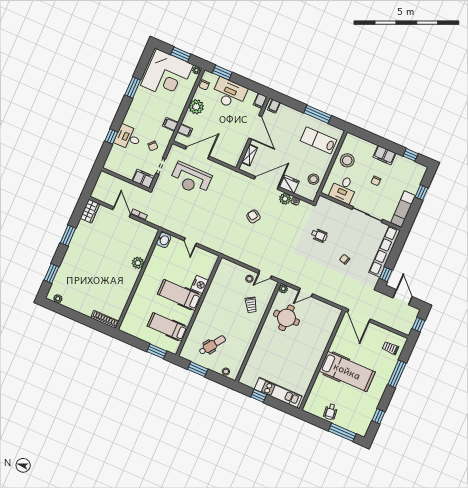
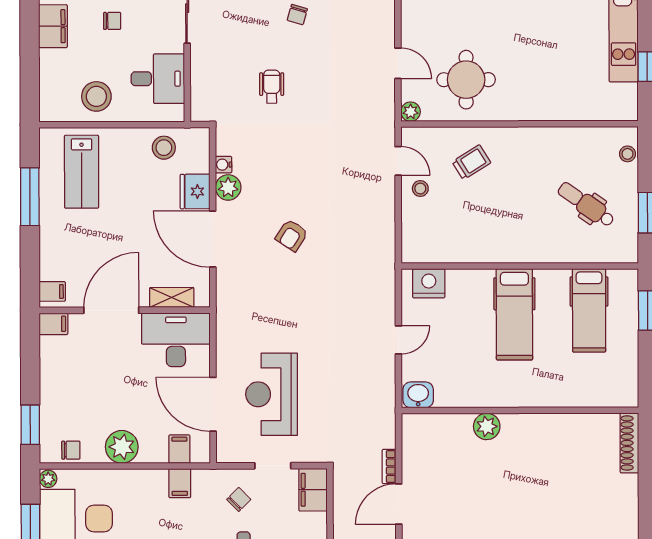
desk: (229, 94) -> (176, 340), moved, turned 90
reception desk: (191, 179) -> (271, 394), turned 180
nightstand: (200, 285) -> (429, 283), moved

